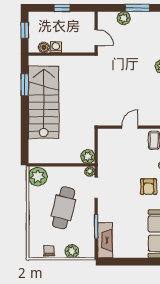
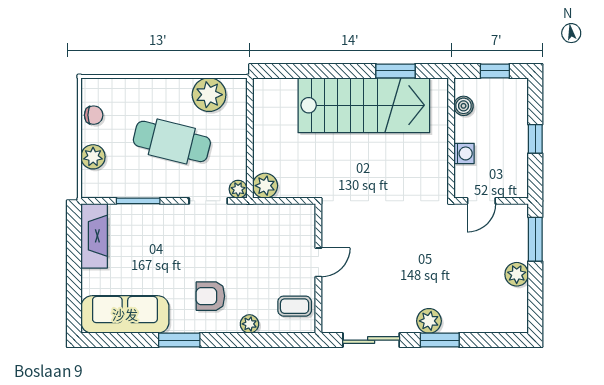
window: (137, 8) -> (535, 239), moved
plant: (124, 18) -> (517, 274), moved
washing machine: (56, 47) -> (464, 153), moved
door: (130, 127) -> (318, 262), hinge flipped
plant: (38, 177) -> (209, 95), moved
fireplace: (105, 240) -> (94, 236), moved, turned -90

